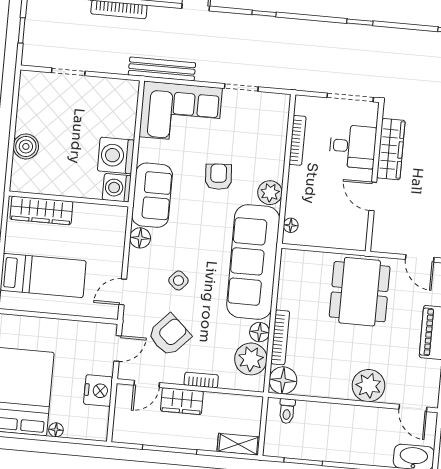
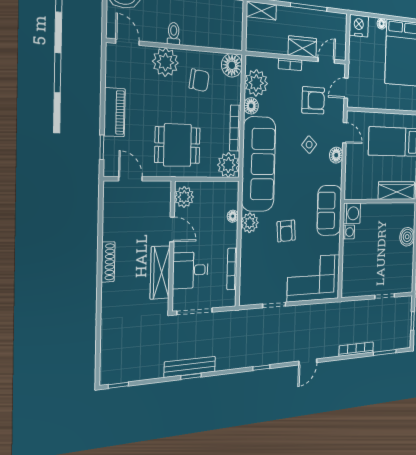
bench: (162, 69) -> (190, 367), moved
washing machine: (116, 155) -> (349, 232), width x0.53, depth x0.53
floor lamp: (291, 225) -> (233, 216), moved
plant: (355, 232) -> (184, 197), added
floor lamp: (140, 238) -> (336, 155), moved
plant: (295, 264) -> (228, 165), added
door: (123, 292) -> (345, 133), hinge flipped
dining table: (360, 292) -> (177, 145), width x0.73
armchair: (169, 335) -> (313, 100), turned -133
bookcase: (280, 337) -> (235, 128), moved
chair: (327, 364) -> (199, 80), added
nightstand: (98, 391) -> (359, 26), moved, turned 90
toilet: (287, 411) -> (174, 34), moved

